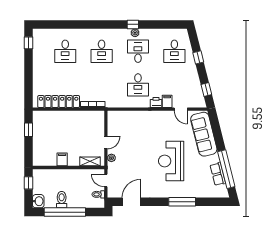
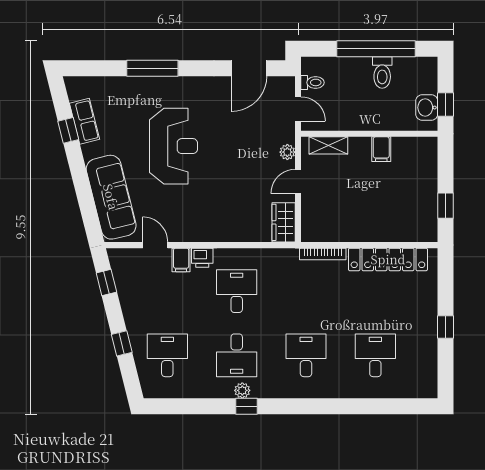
window: (28, 43) -> (446, 327), moved
wardrobe: (113, 121) -> (284, 222), added
window: (226, 169) -> (68, 130), width x0.32
washbasin: (38, 201) -> (427, 108), moved

